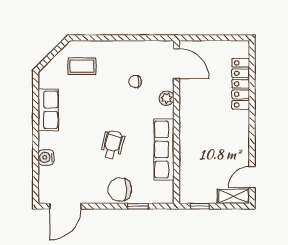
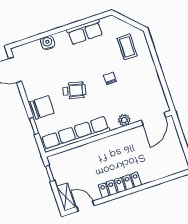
chair: (135, 81) -> (110, 78), moved
locker: (241, 84) -> (120, 185), moved
row of seats: (164, 149) -> (76, 134), width x1.36
chair: (120, 189) -> (42, 108), turned 90

